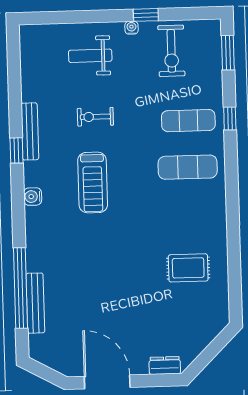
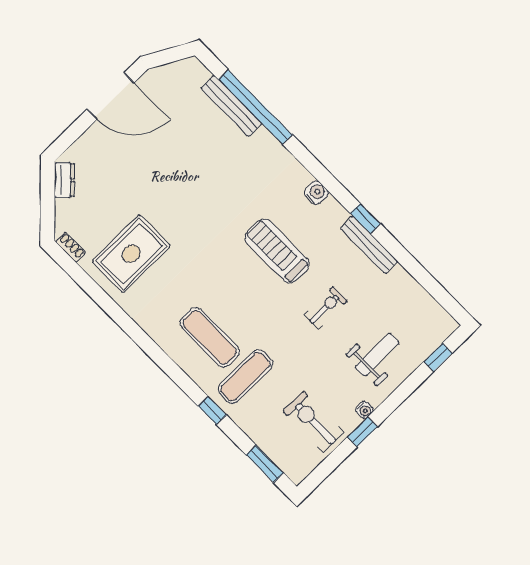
window: (53, 18) -> (438, 357), added
exercise mat: (188, 167) -> (210, 337), turned 90
rug: (188, 268) -> (131, 254), width x1.36, depth x1.43
shoe rack: (223, 309) -> (71, 247), added
dresser: (165, 365) -> (64, 180), moved, turned -45

